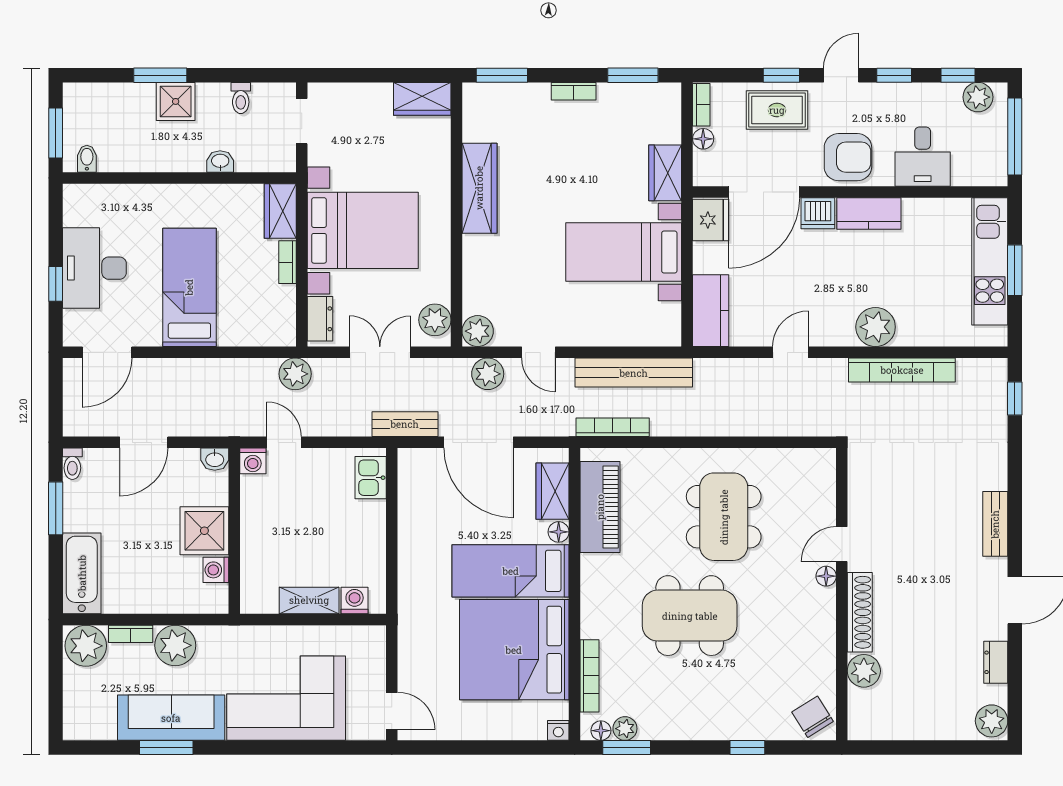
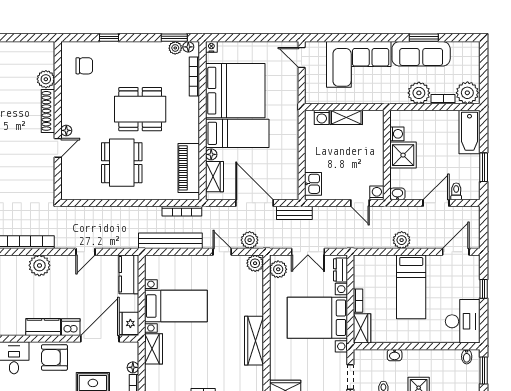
desk: (94, 268) -> (463, 321), moved
plant: (295, 374) -> (402, 240), moved
toilet: (72, 464) -> (456, 191), moved
chair: (813, 717) -> (84, 66), moved, turned -58

